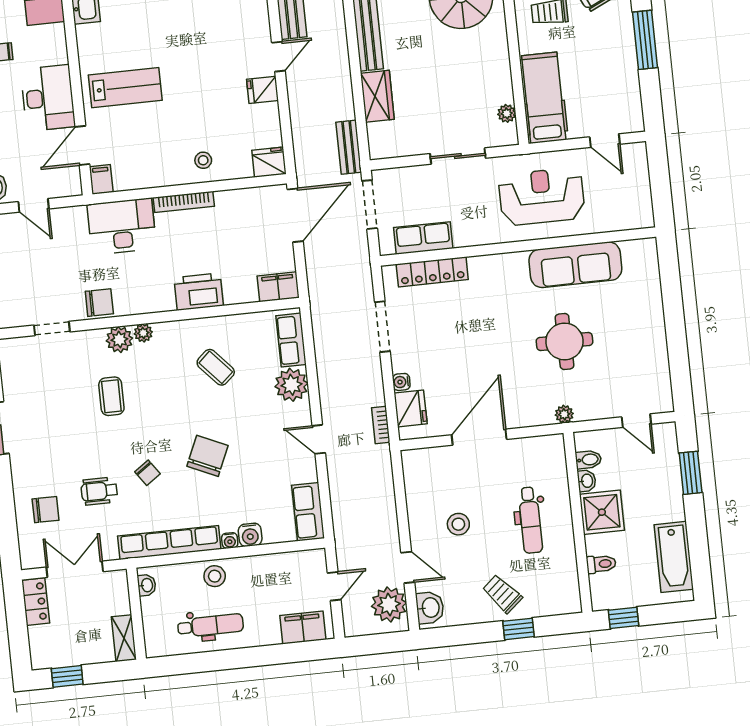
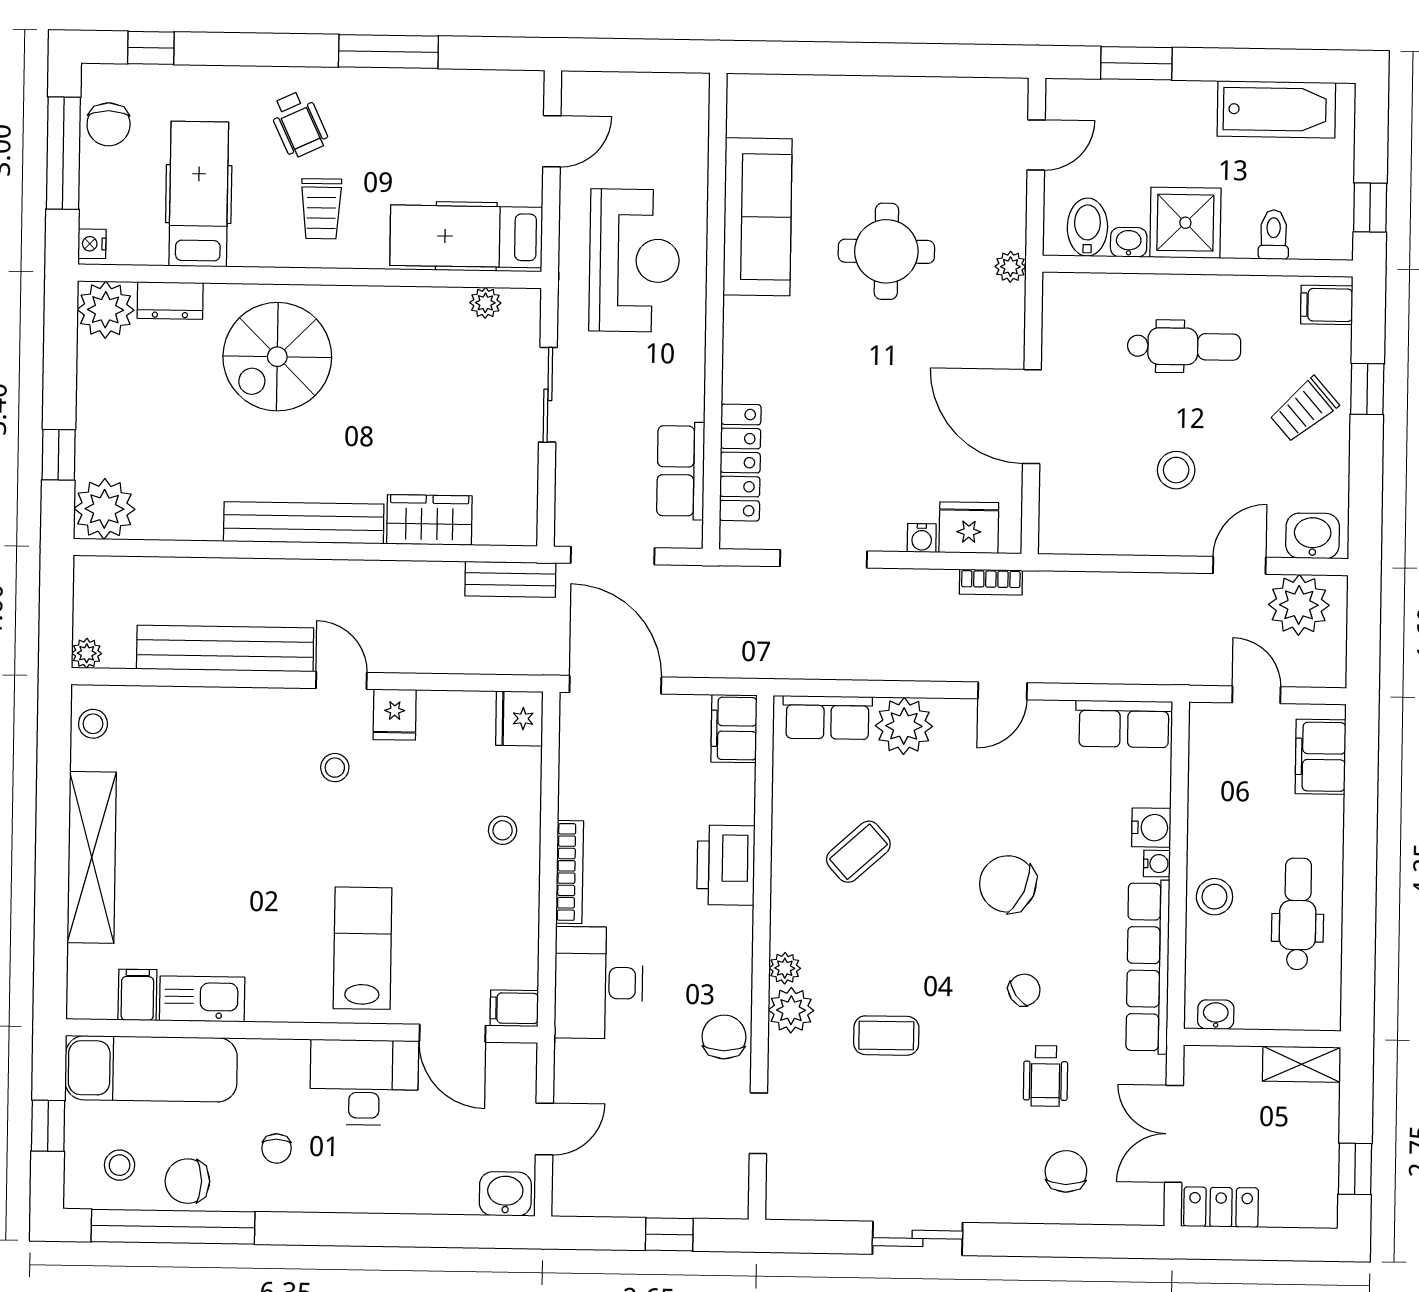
stool: (228, 59) -> (335, 768), added
reception desk: (542, 197) -> (634, 260), turned 180
bidet: (588, 460) -> (1087, 227), width x1.38, depth x1.36
filing cabinet: (564, 600) -> (1327, 305), added

